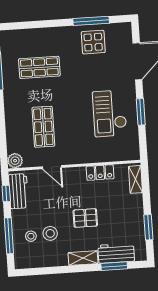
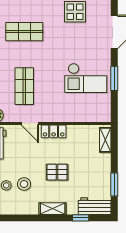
checkout: (110, 113) -> (86, 78), turned -90
locker: (100, 173) -> (54, 131), moved
workbench: (116, 253) -> (95, 206), moved
window: (114, 266) -> (81, 218), width x0.67

